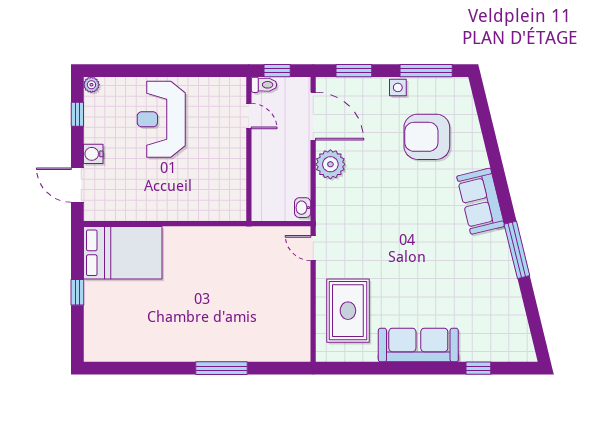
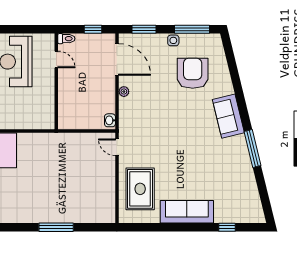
toilet: (264, 85) -> (66, 39), moved
door: (249, 116) -> (56, 59), moved
armchair: (427, 137) -> (193, 73), turned 90
wall: (249, 149) -> (56, 81), moved
plant: (330, 164) -> (124, 92), width x0.53, depth x0.53

